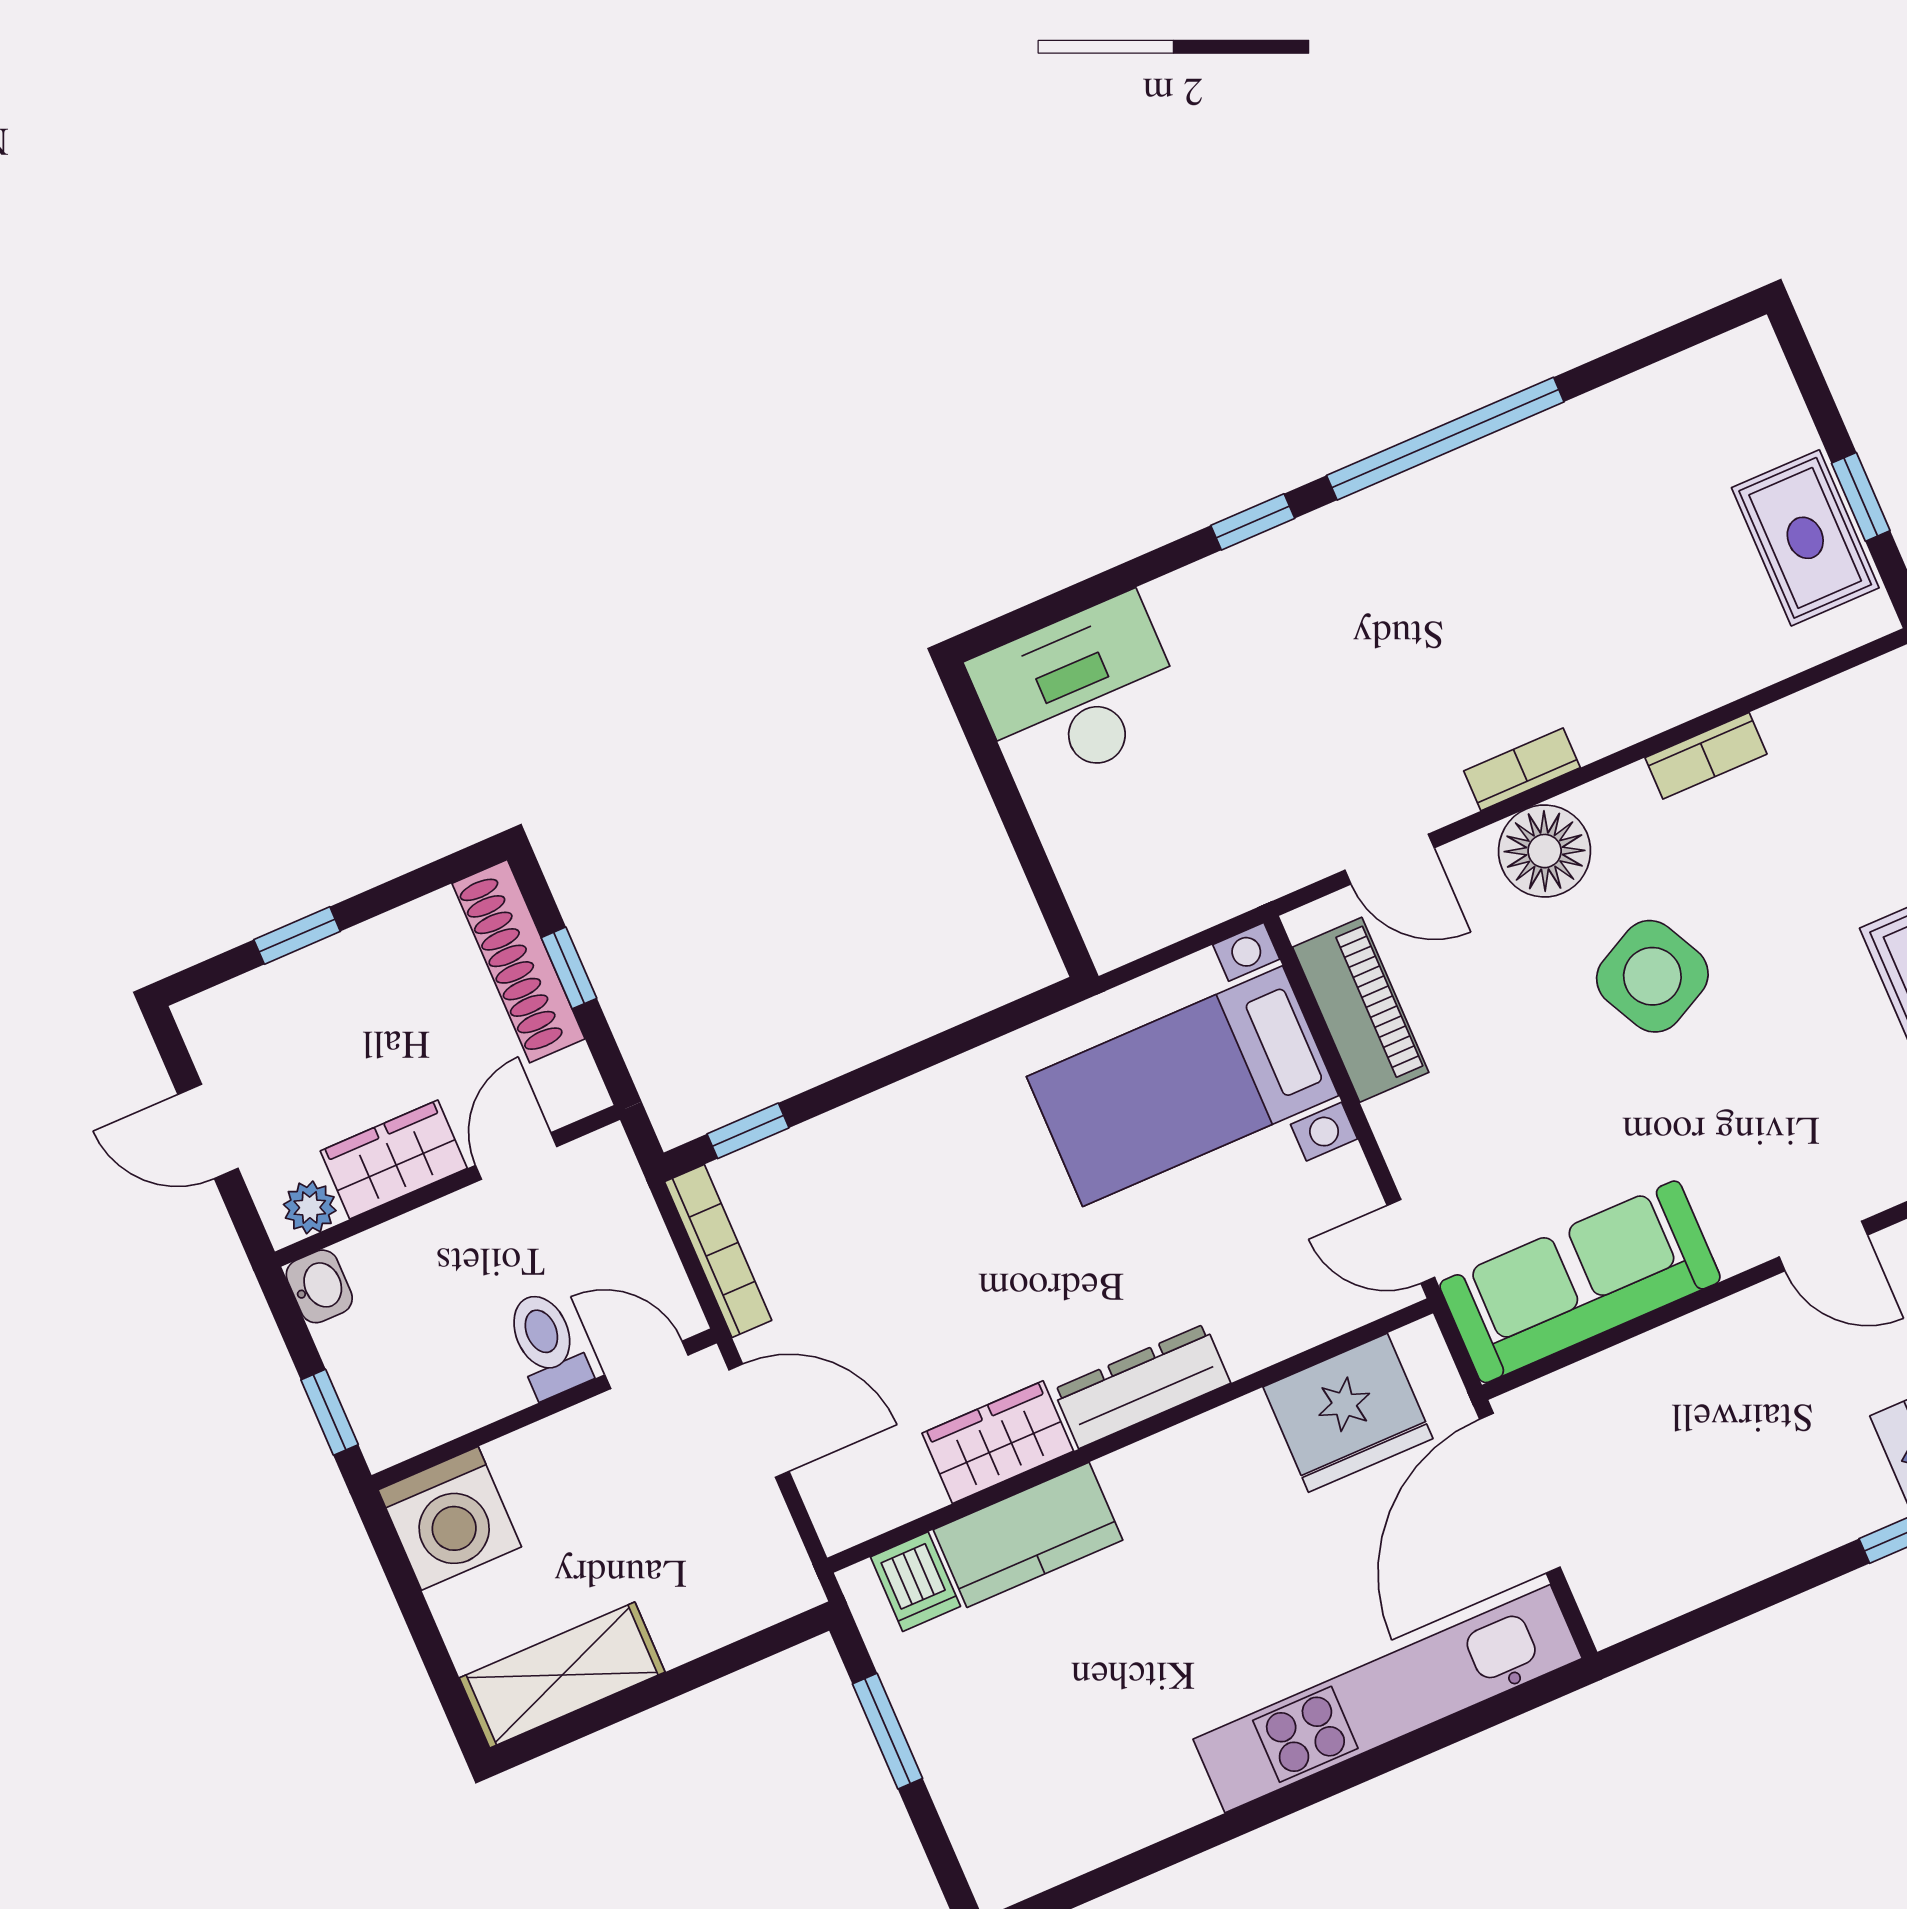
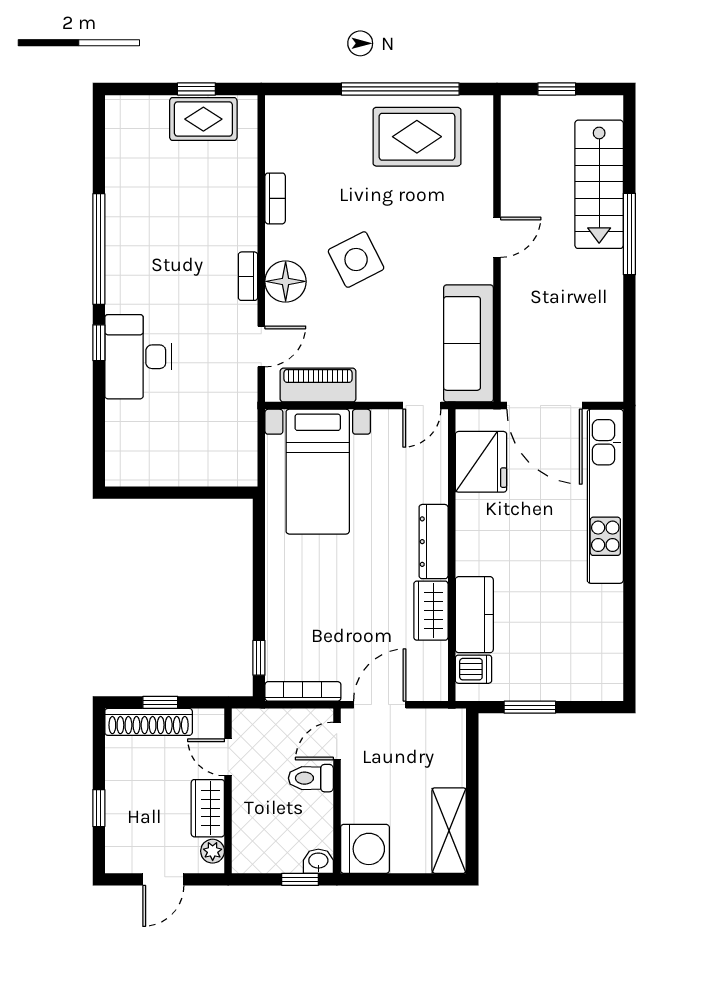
desk: (1079, 693) -> (138, 357), moved
washbasin: (319, 1286) -> (318, 861), moved

